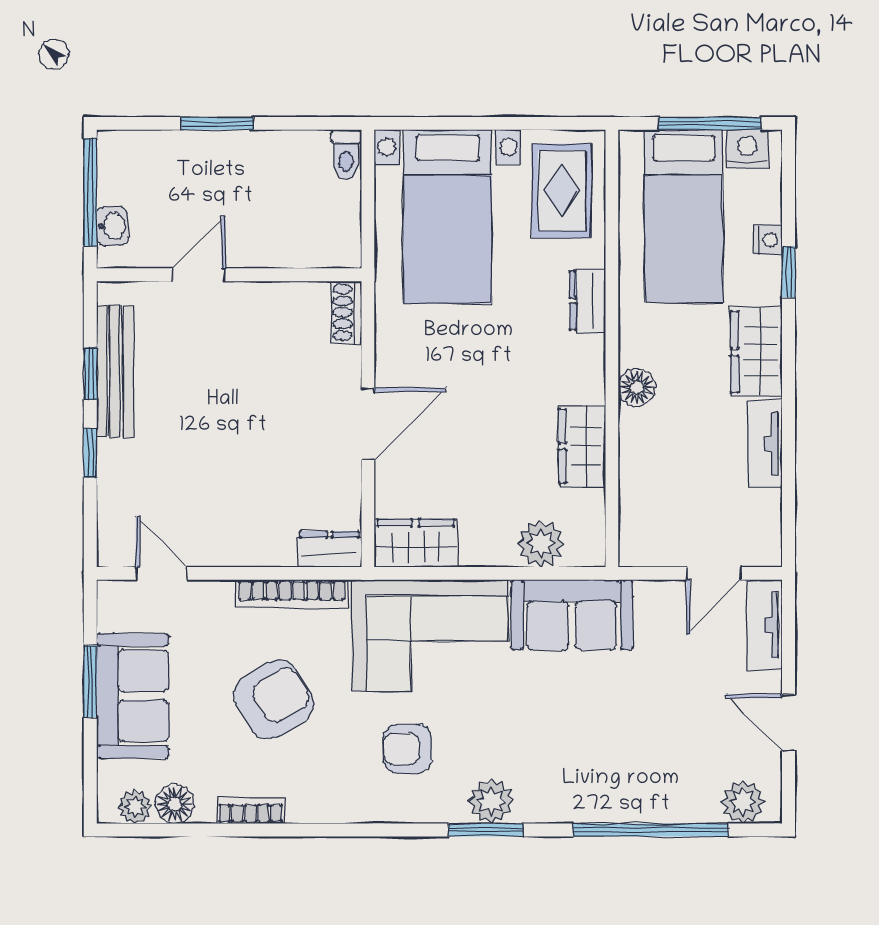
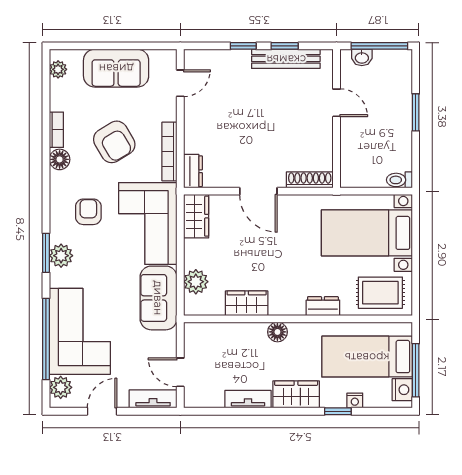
shoe rack: (346, 312) -> (310, 180), width x1.43
window: (90, 681) -> (124, 46), removed
corner sofa: (636, 765) -> (80, 331), added
floor lamp: (175, 804) -> (60, 159), moved

